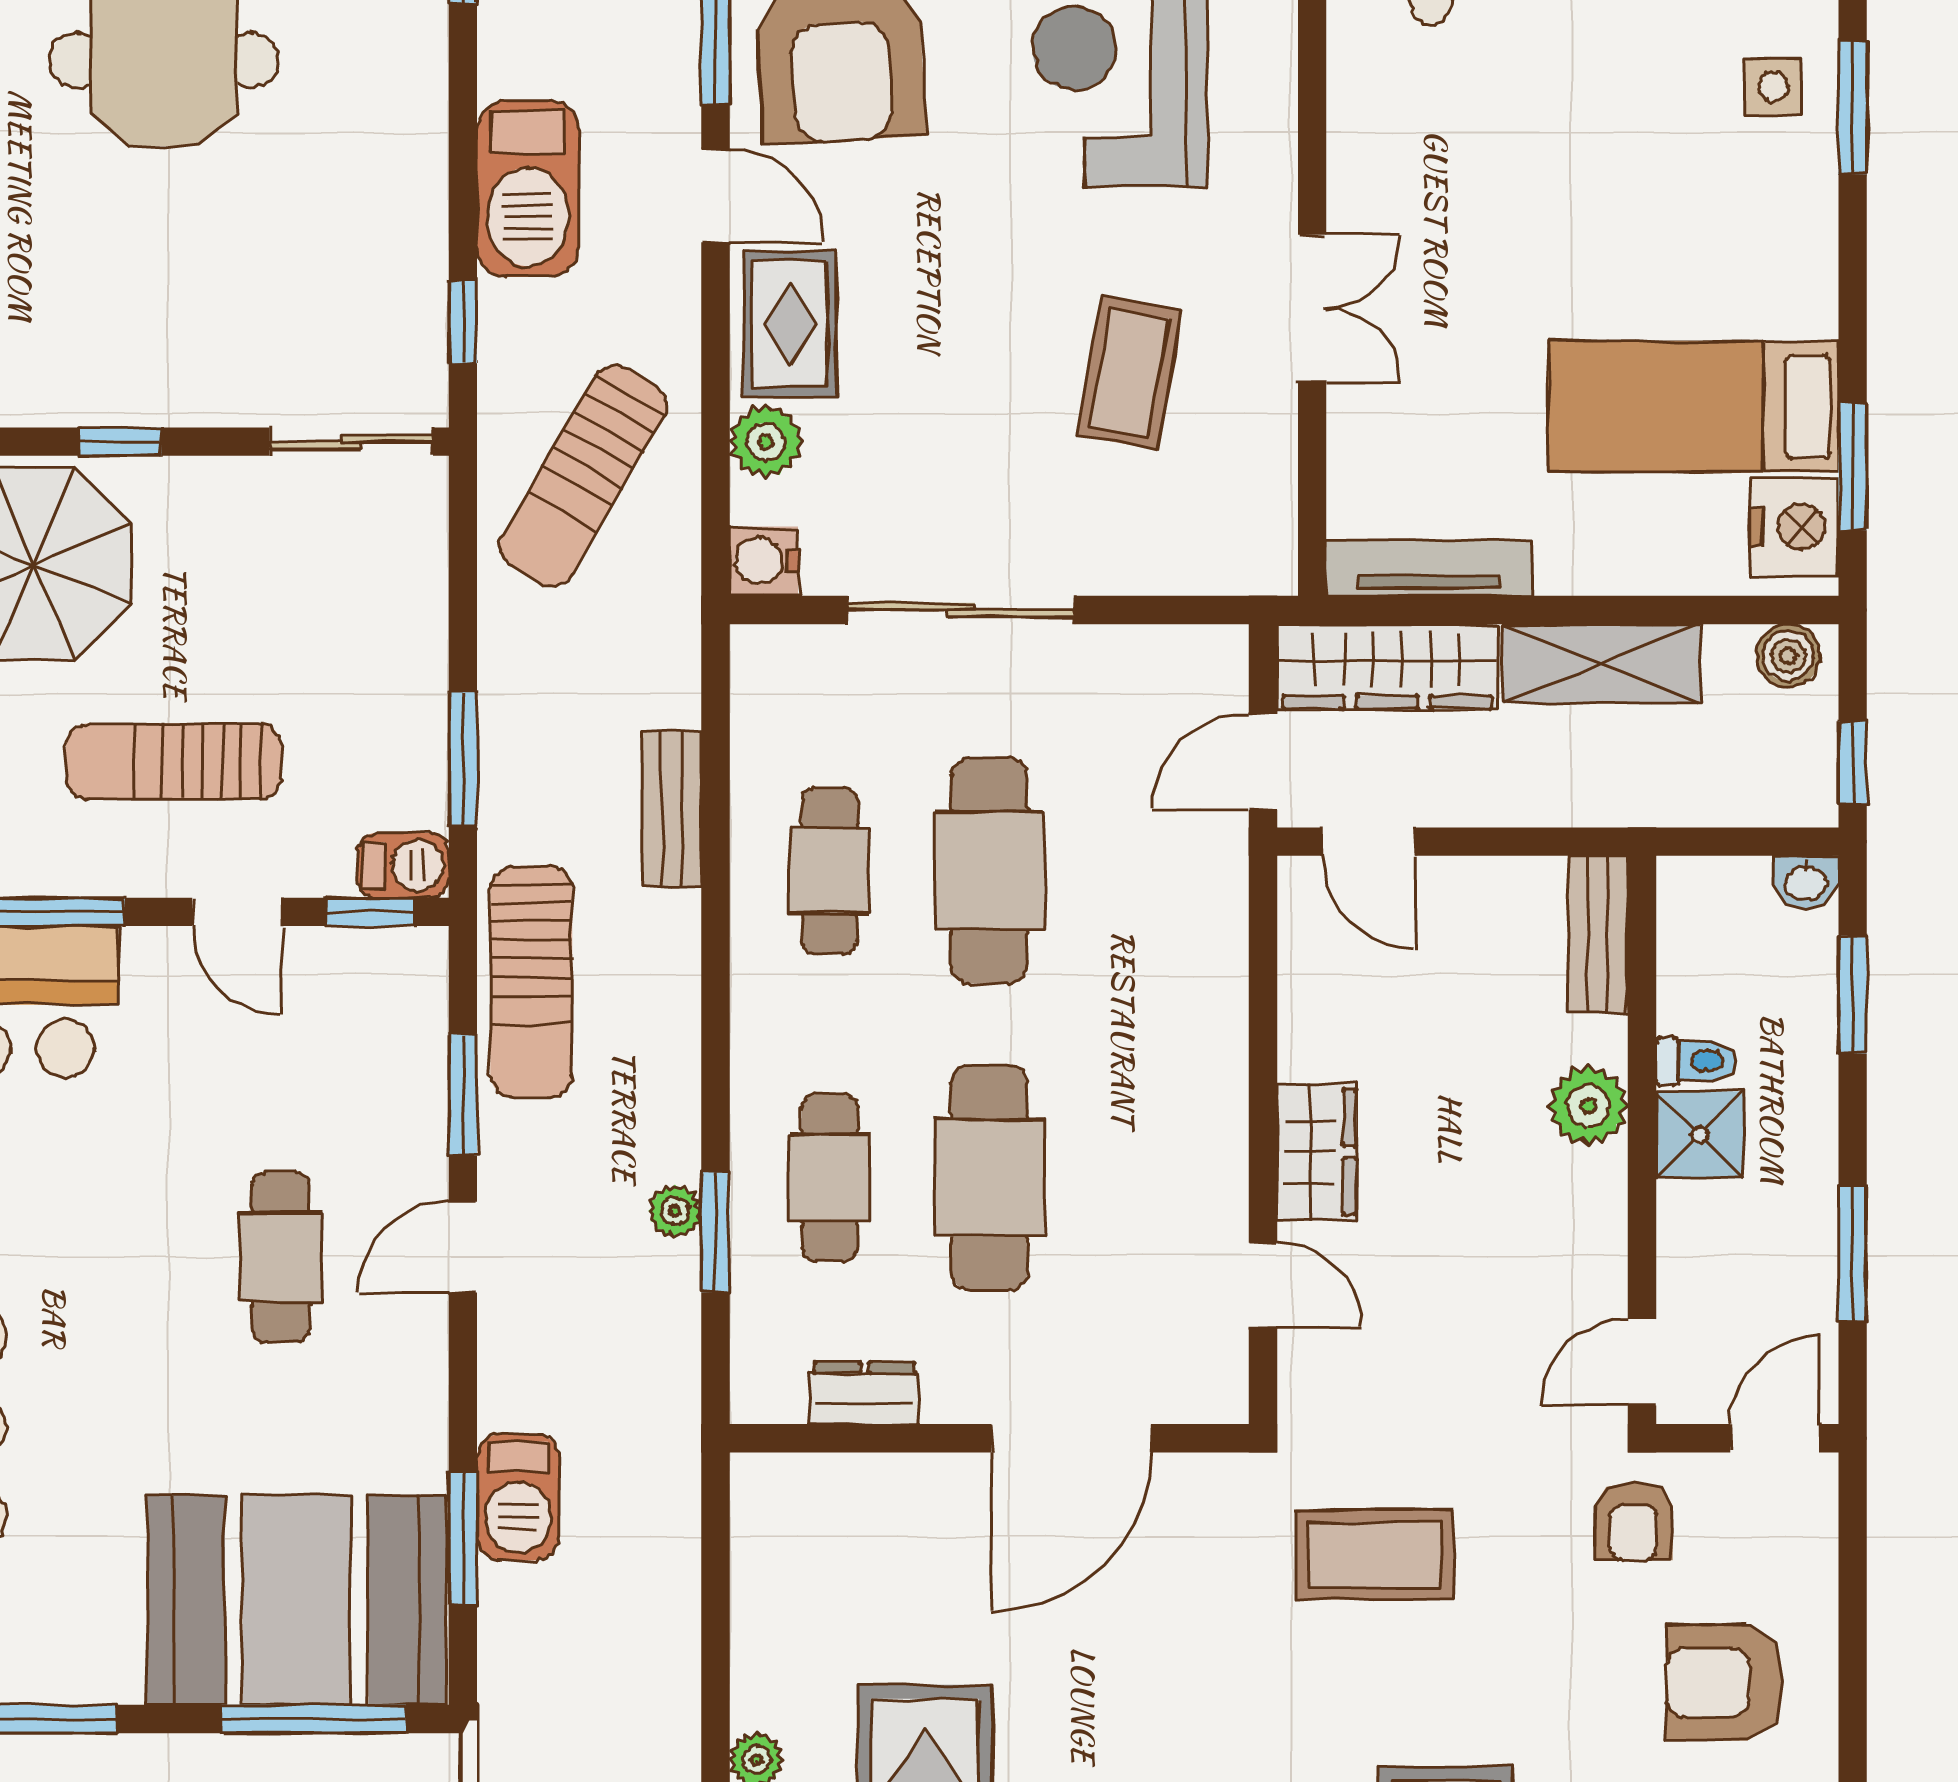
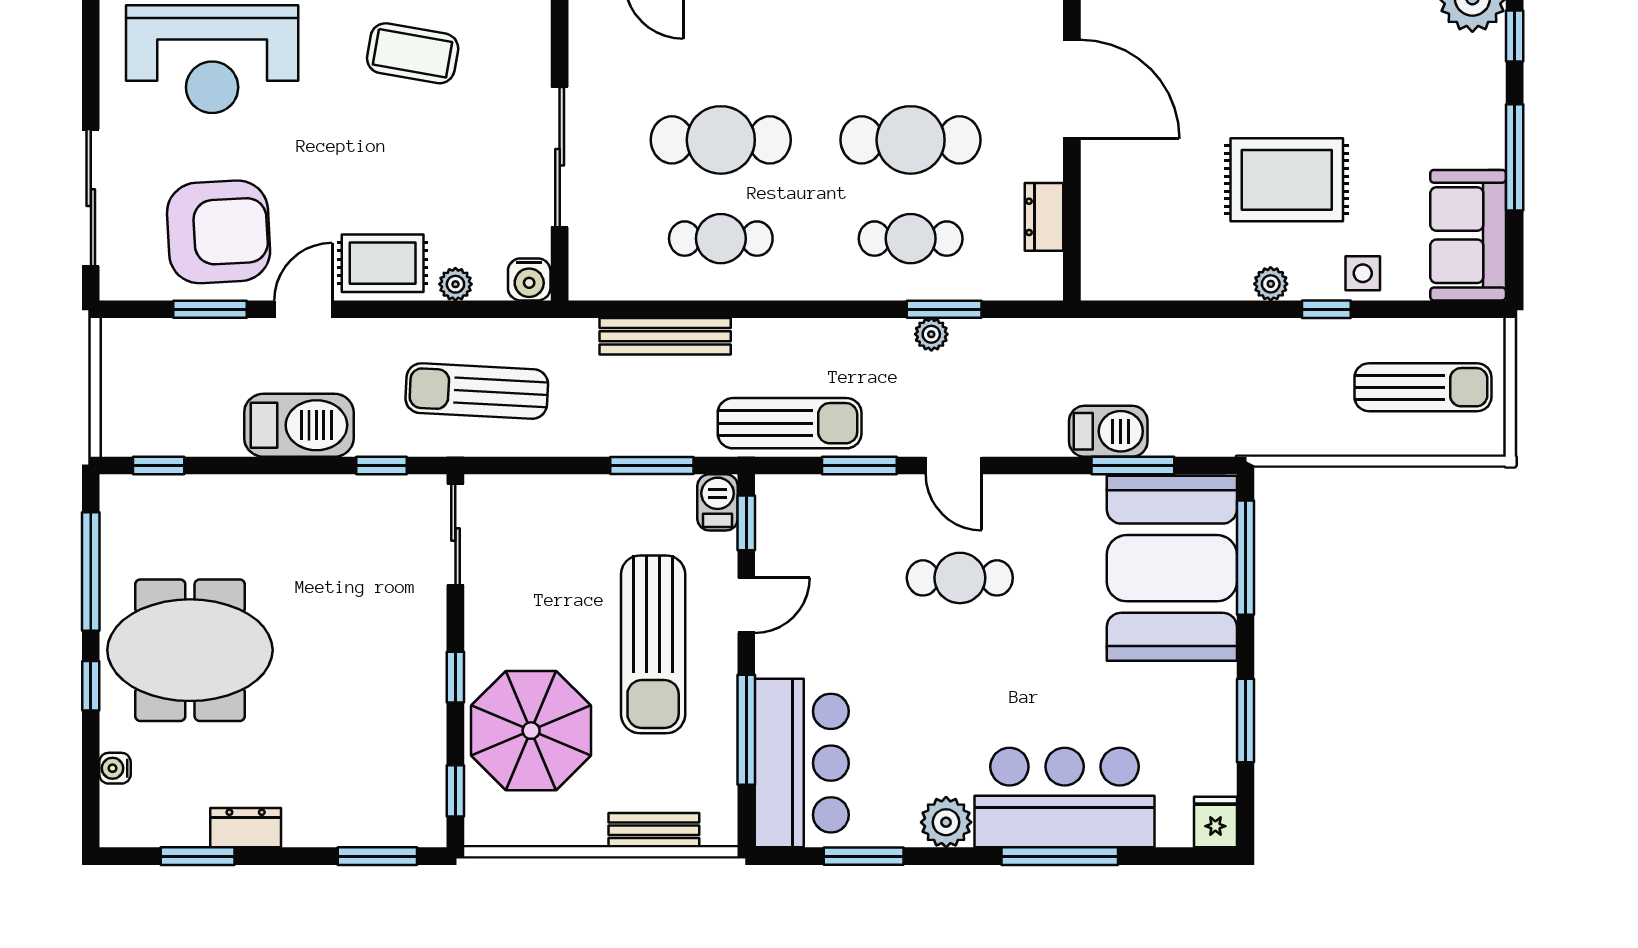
plant: (766, 442) -> (455, 284), width x0.73, depth x0.73
sun lounger: (583, 476) -> (477, 391), turned 153
sun lounger: (174, 761) -> (653, 644), width x1.36, depth x1.34
bench: (672, 809) -> (665, 336), width x1.36

